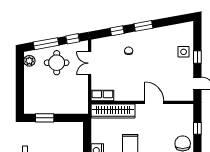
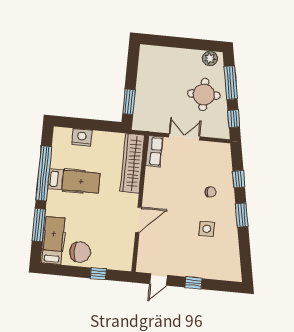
side table: (184, 52) -> (207, 229), moved
double door: (90, 63) -> (184, 137), moved
window: (45, 118) -> (129, 102), moved

